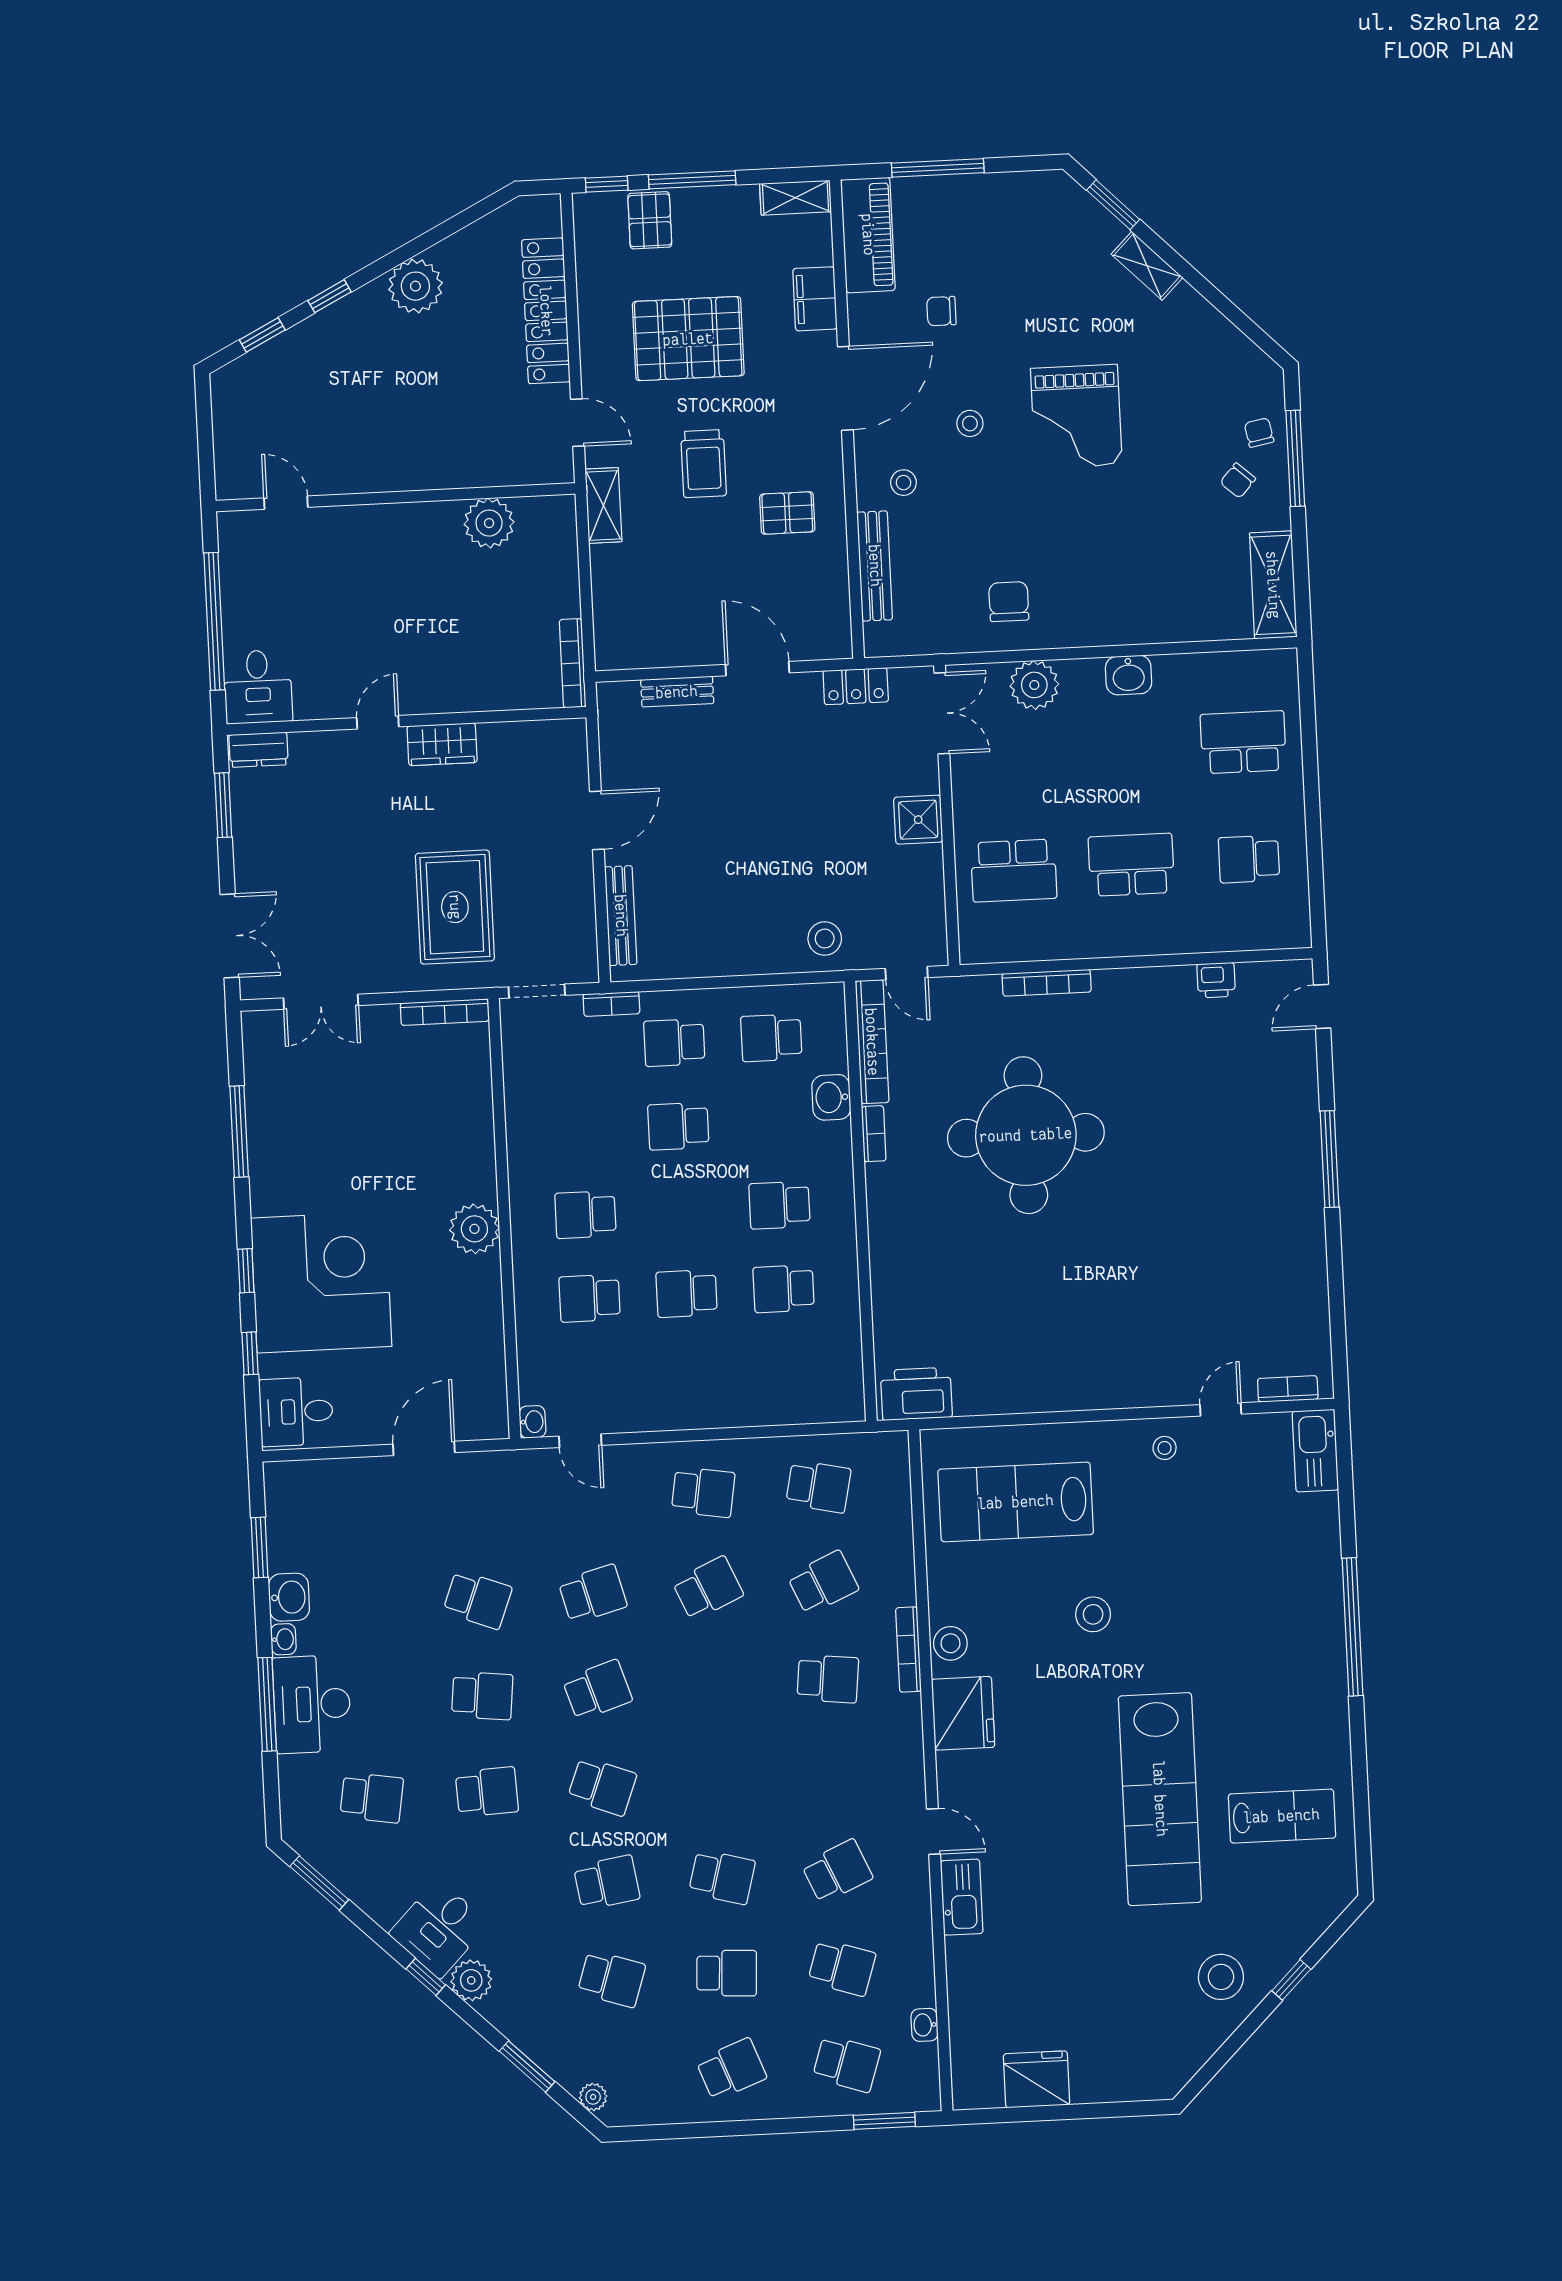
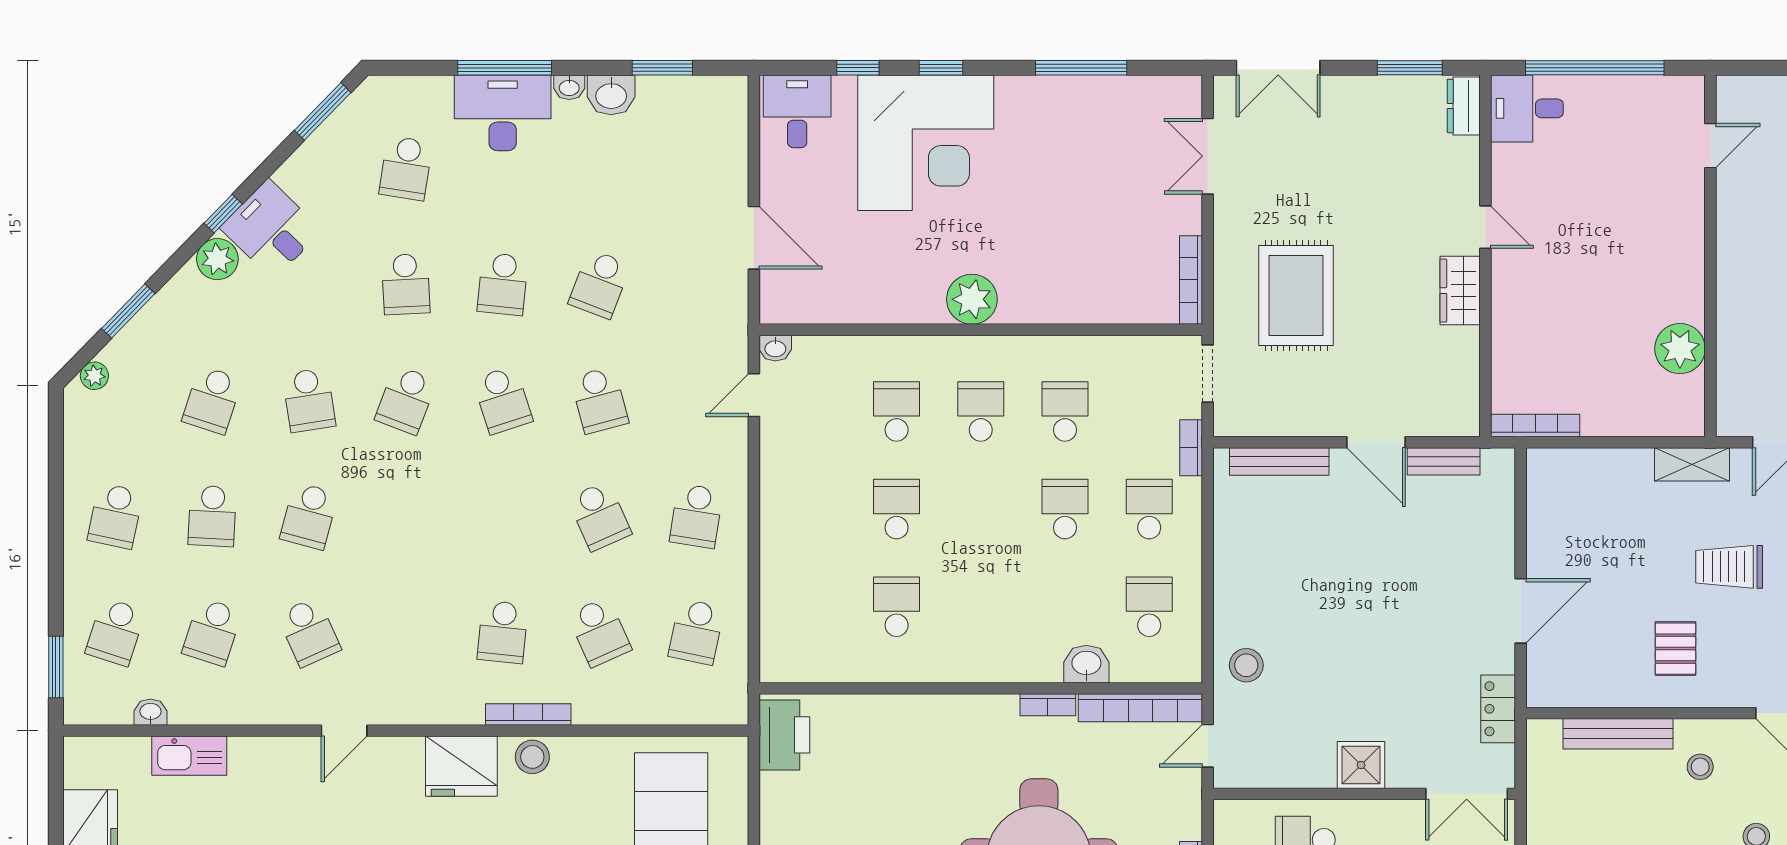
bench: (677, 692) -> (1444, 461), moved, turned 90
rug: (455, 907) -> (1296, 295), turned 90
school desk: (779, 1205) -> (1065, 411), moved
kitchen sink: (962, 1897) -> (189, 756), moved
school desk: (731, 2069) -> (115, 516), turned 33

